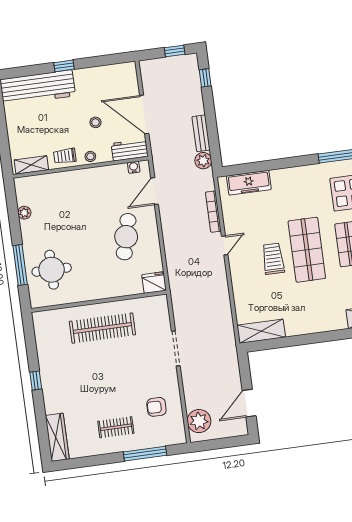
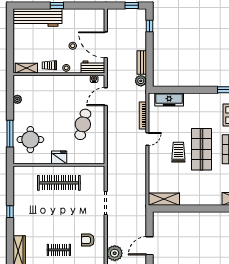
fridge: (154, 283) -> (59, 157), moved

